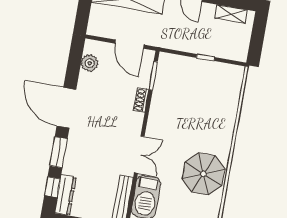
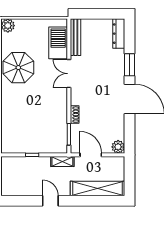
shelving: (231, 14) -> (62, 161), moved
plant: (90, 63) -> (118, 147), moved
window: (52, 187) -> (129, 38), removed

